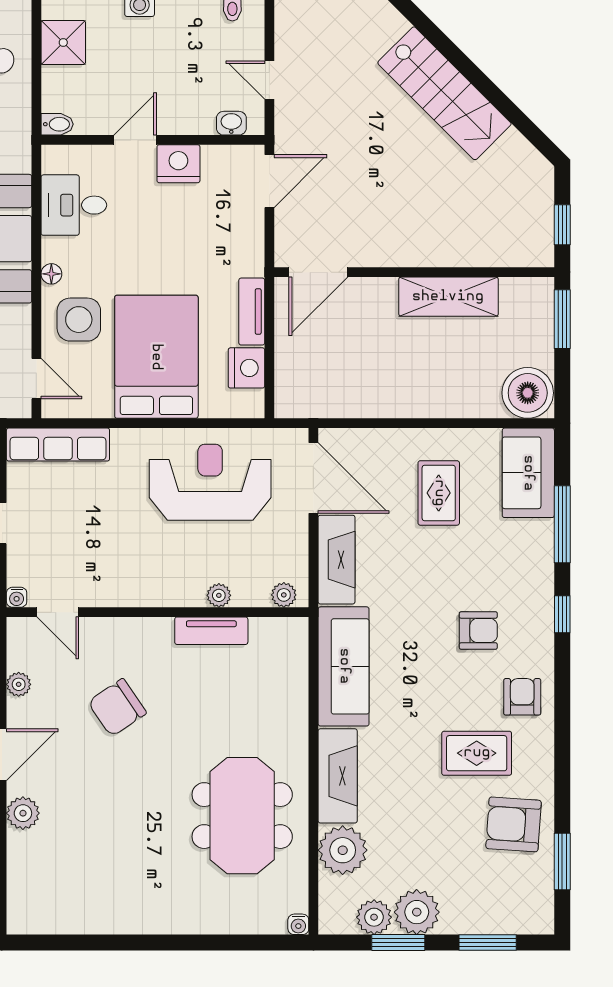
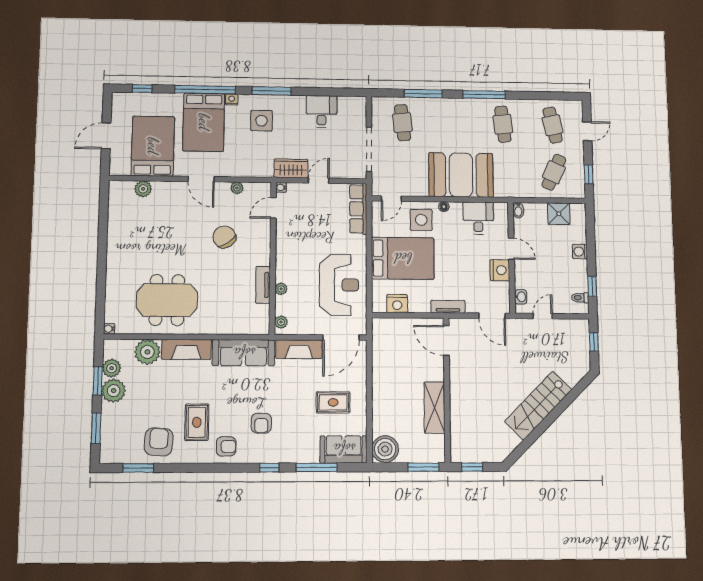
tv unit: (252, 312) -> (448, 307), moved
plant: (23, 813) -> (143, 189), moved

